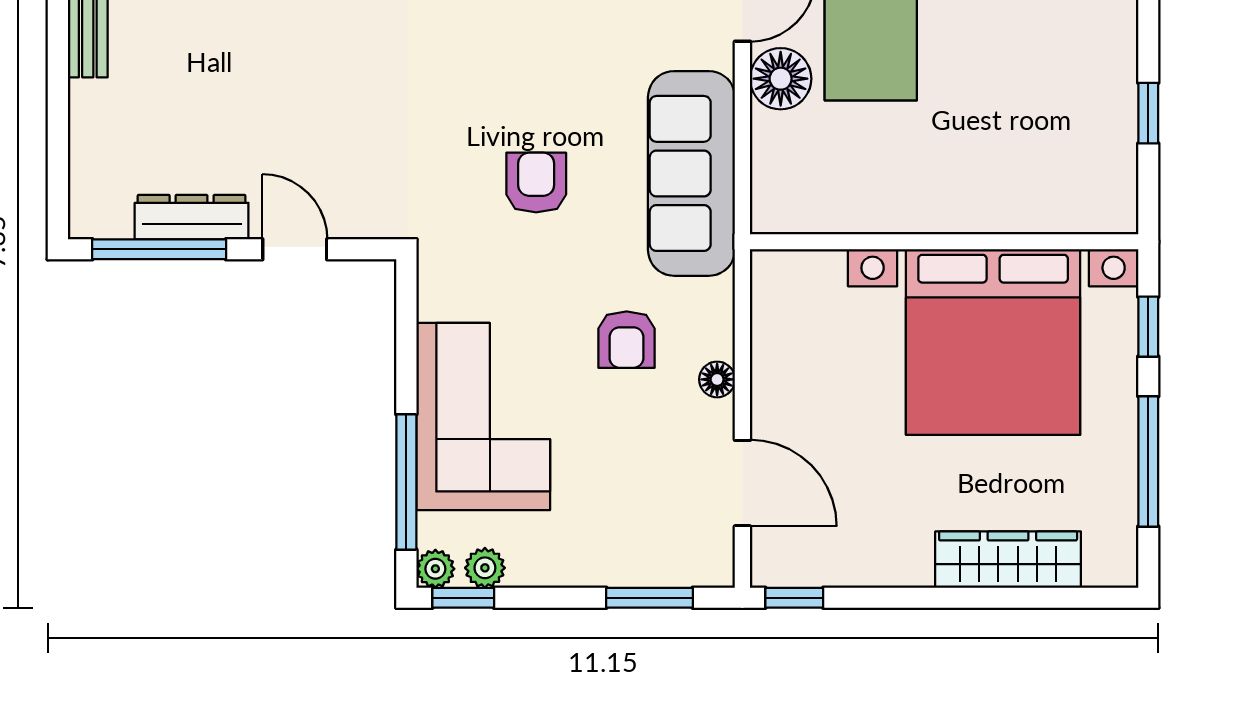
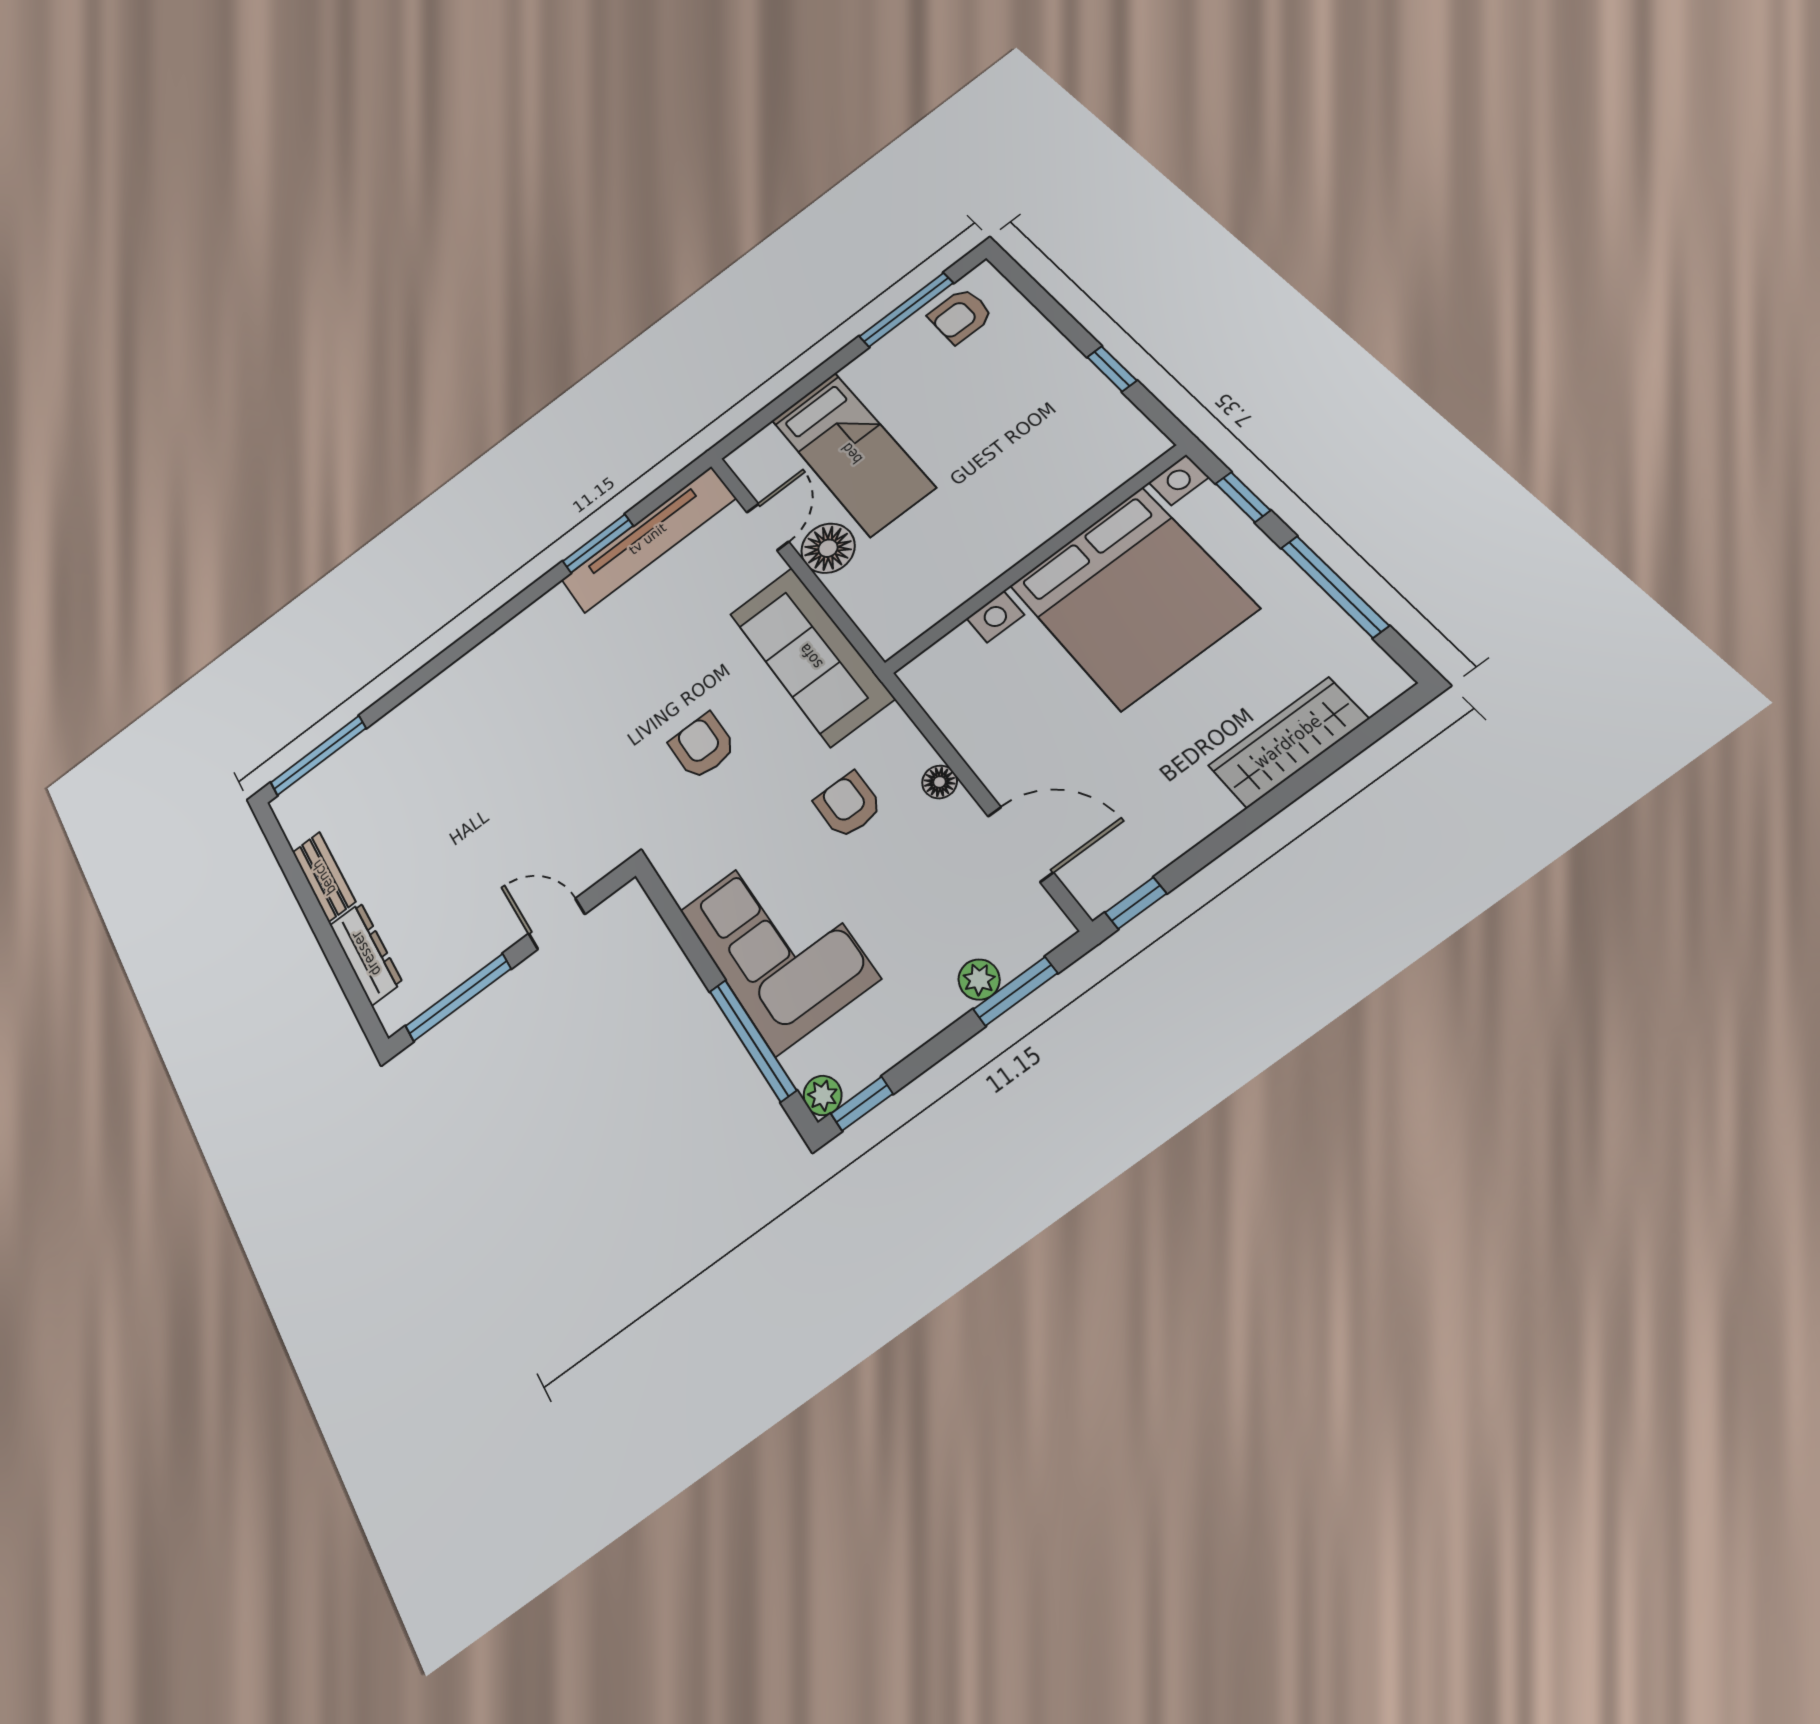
dresser: (192, 217) -> (366, 953), moved, turned 90
armchair: (627, 340) -> (848, 805), turned 180
plant: (485, 568) -> (979, 980), moved

